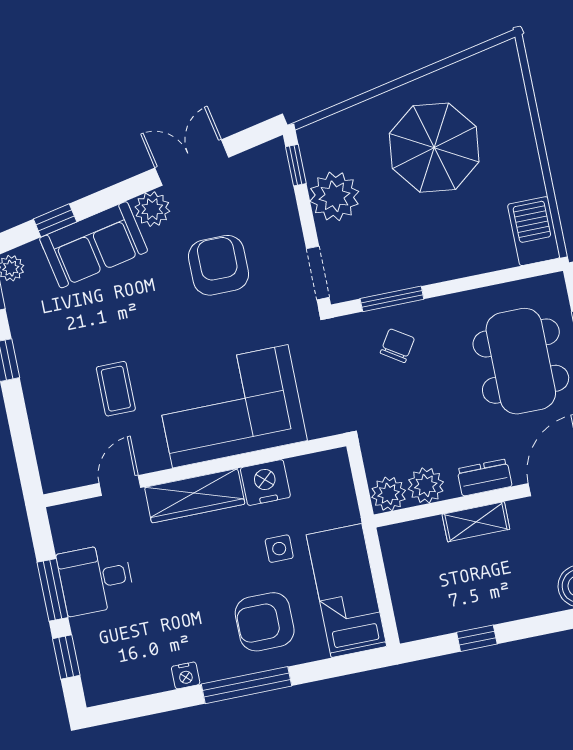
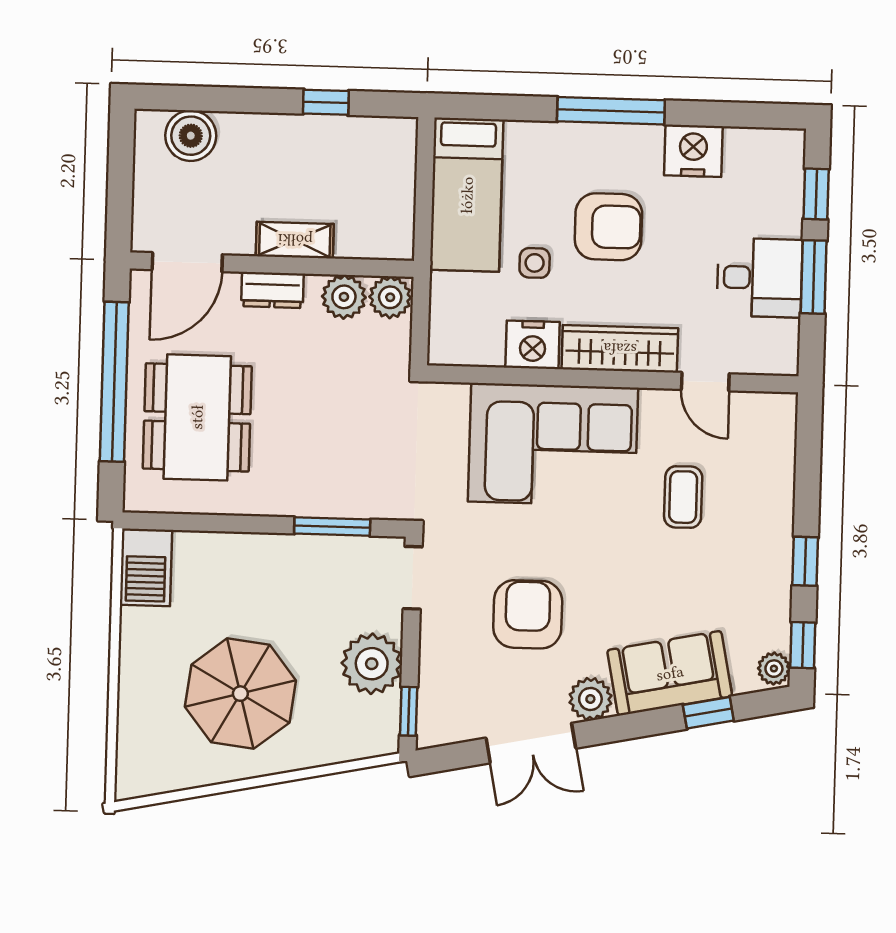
armchair: (219, 265) -> (528, 614), turned 180
chair: (397, 346) -> (339, 470), removed
door: (120, 485) -> (705, 382), hinge flipped
armchair: (265, 622) -> (608, 227), moved
nightstand: (186, 675) -> (693, 151), width x1.89, depth x1.79

